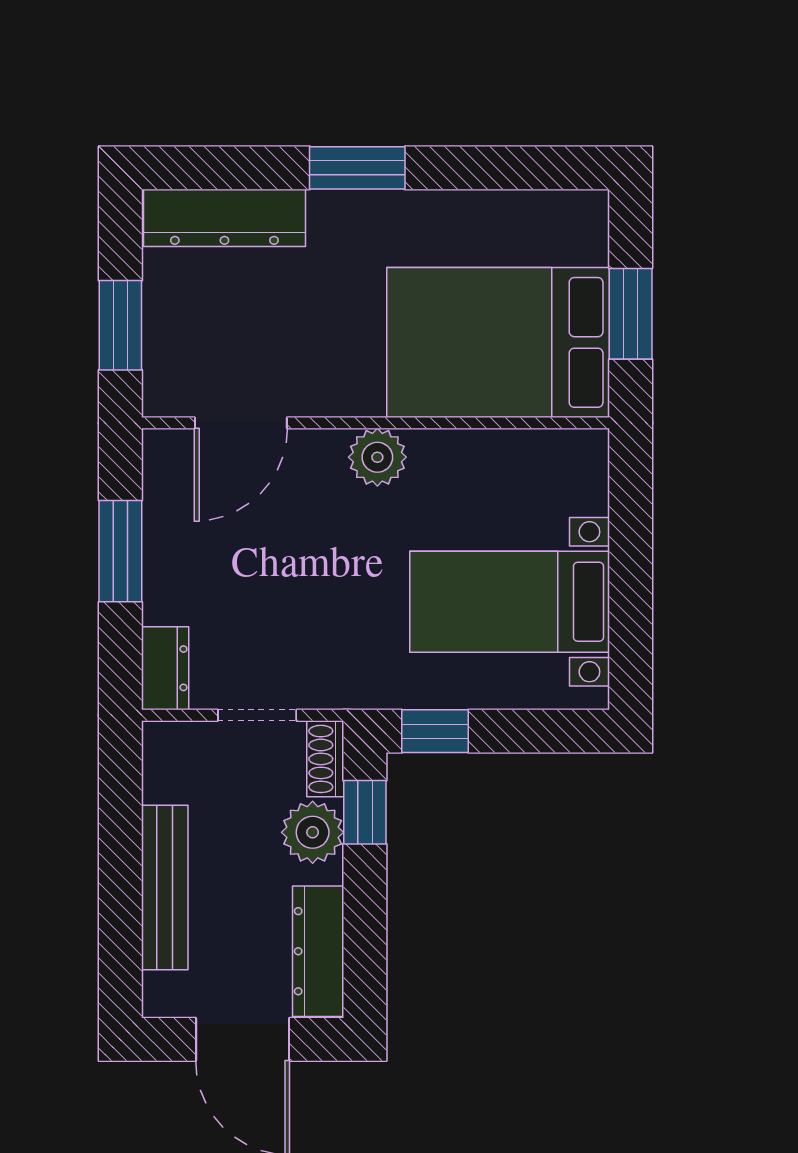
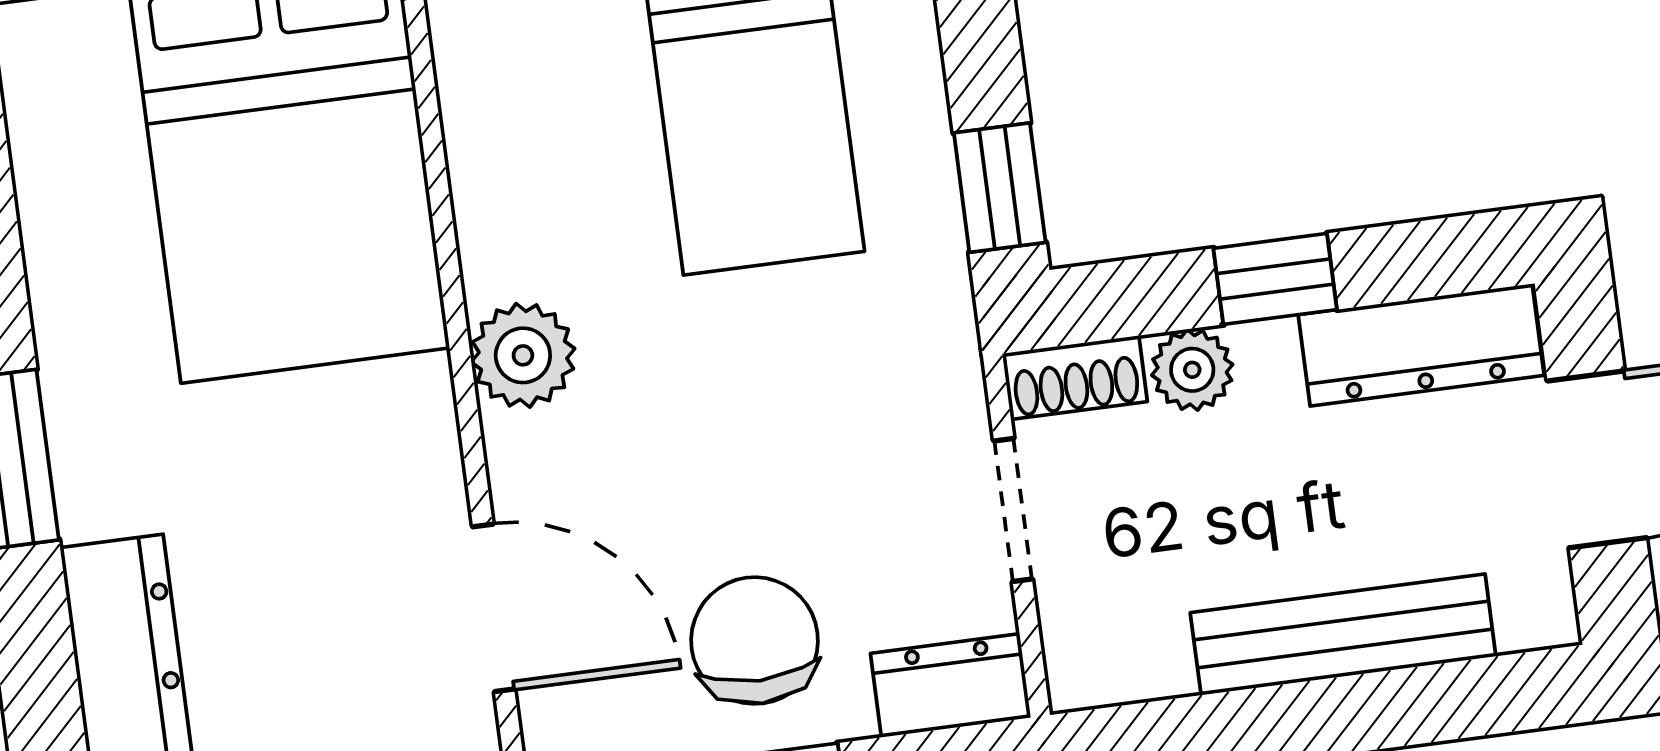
chair: (204, 564) -> (755, 641), added
window: (365, 812) -> (1275, 279), moved
plant: (313, 832) -> (1192, 370), width x0.73, depth x0.73

